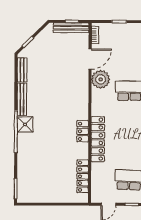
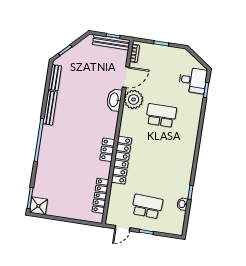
washbasin: (82, 82) -> (114, 100), added
shower: (25, 124) -> (38, 206), moved

